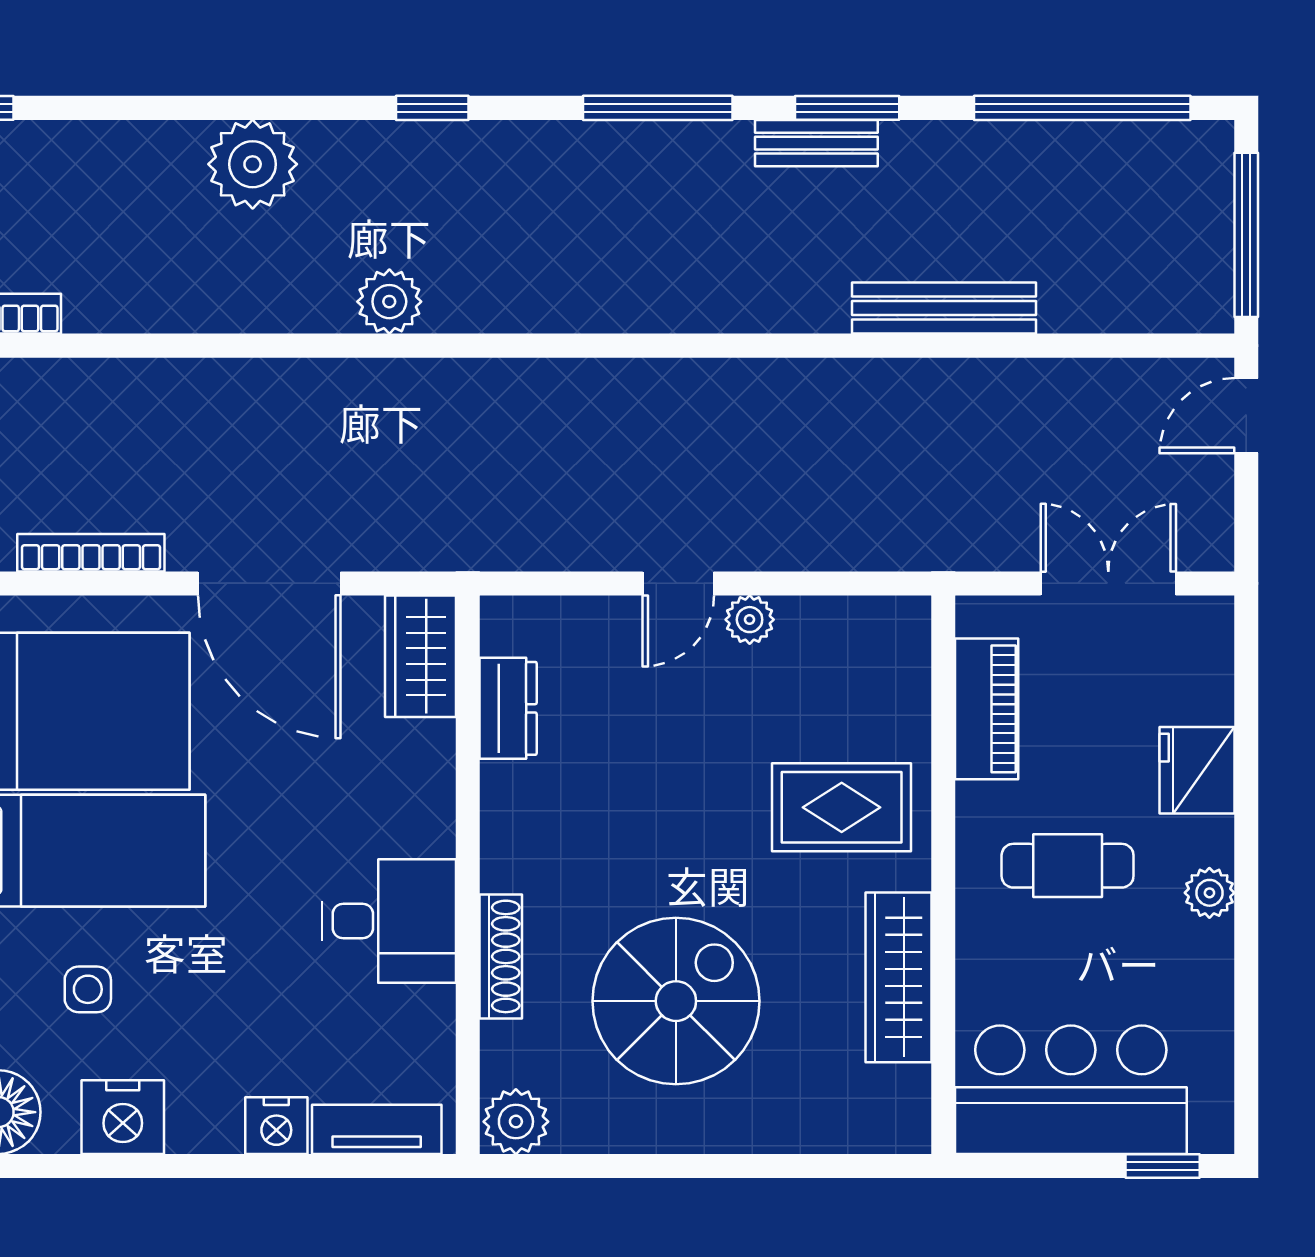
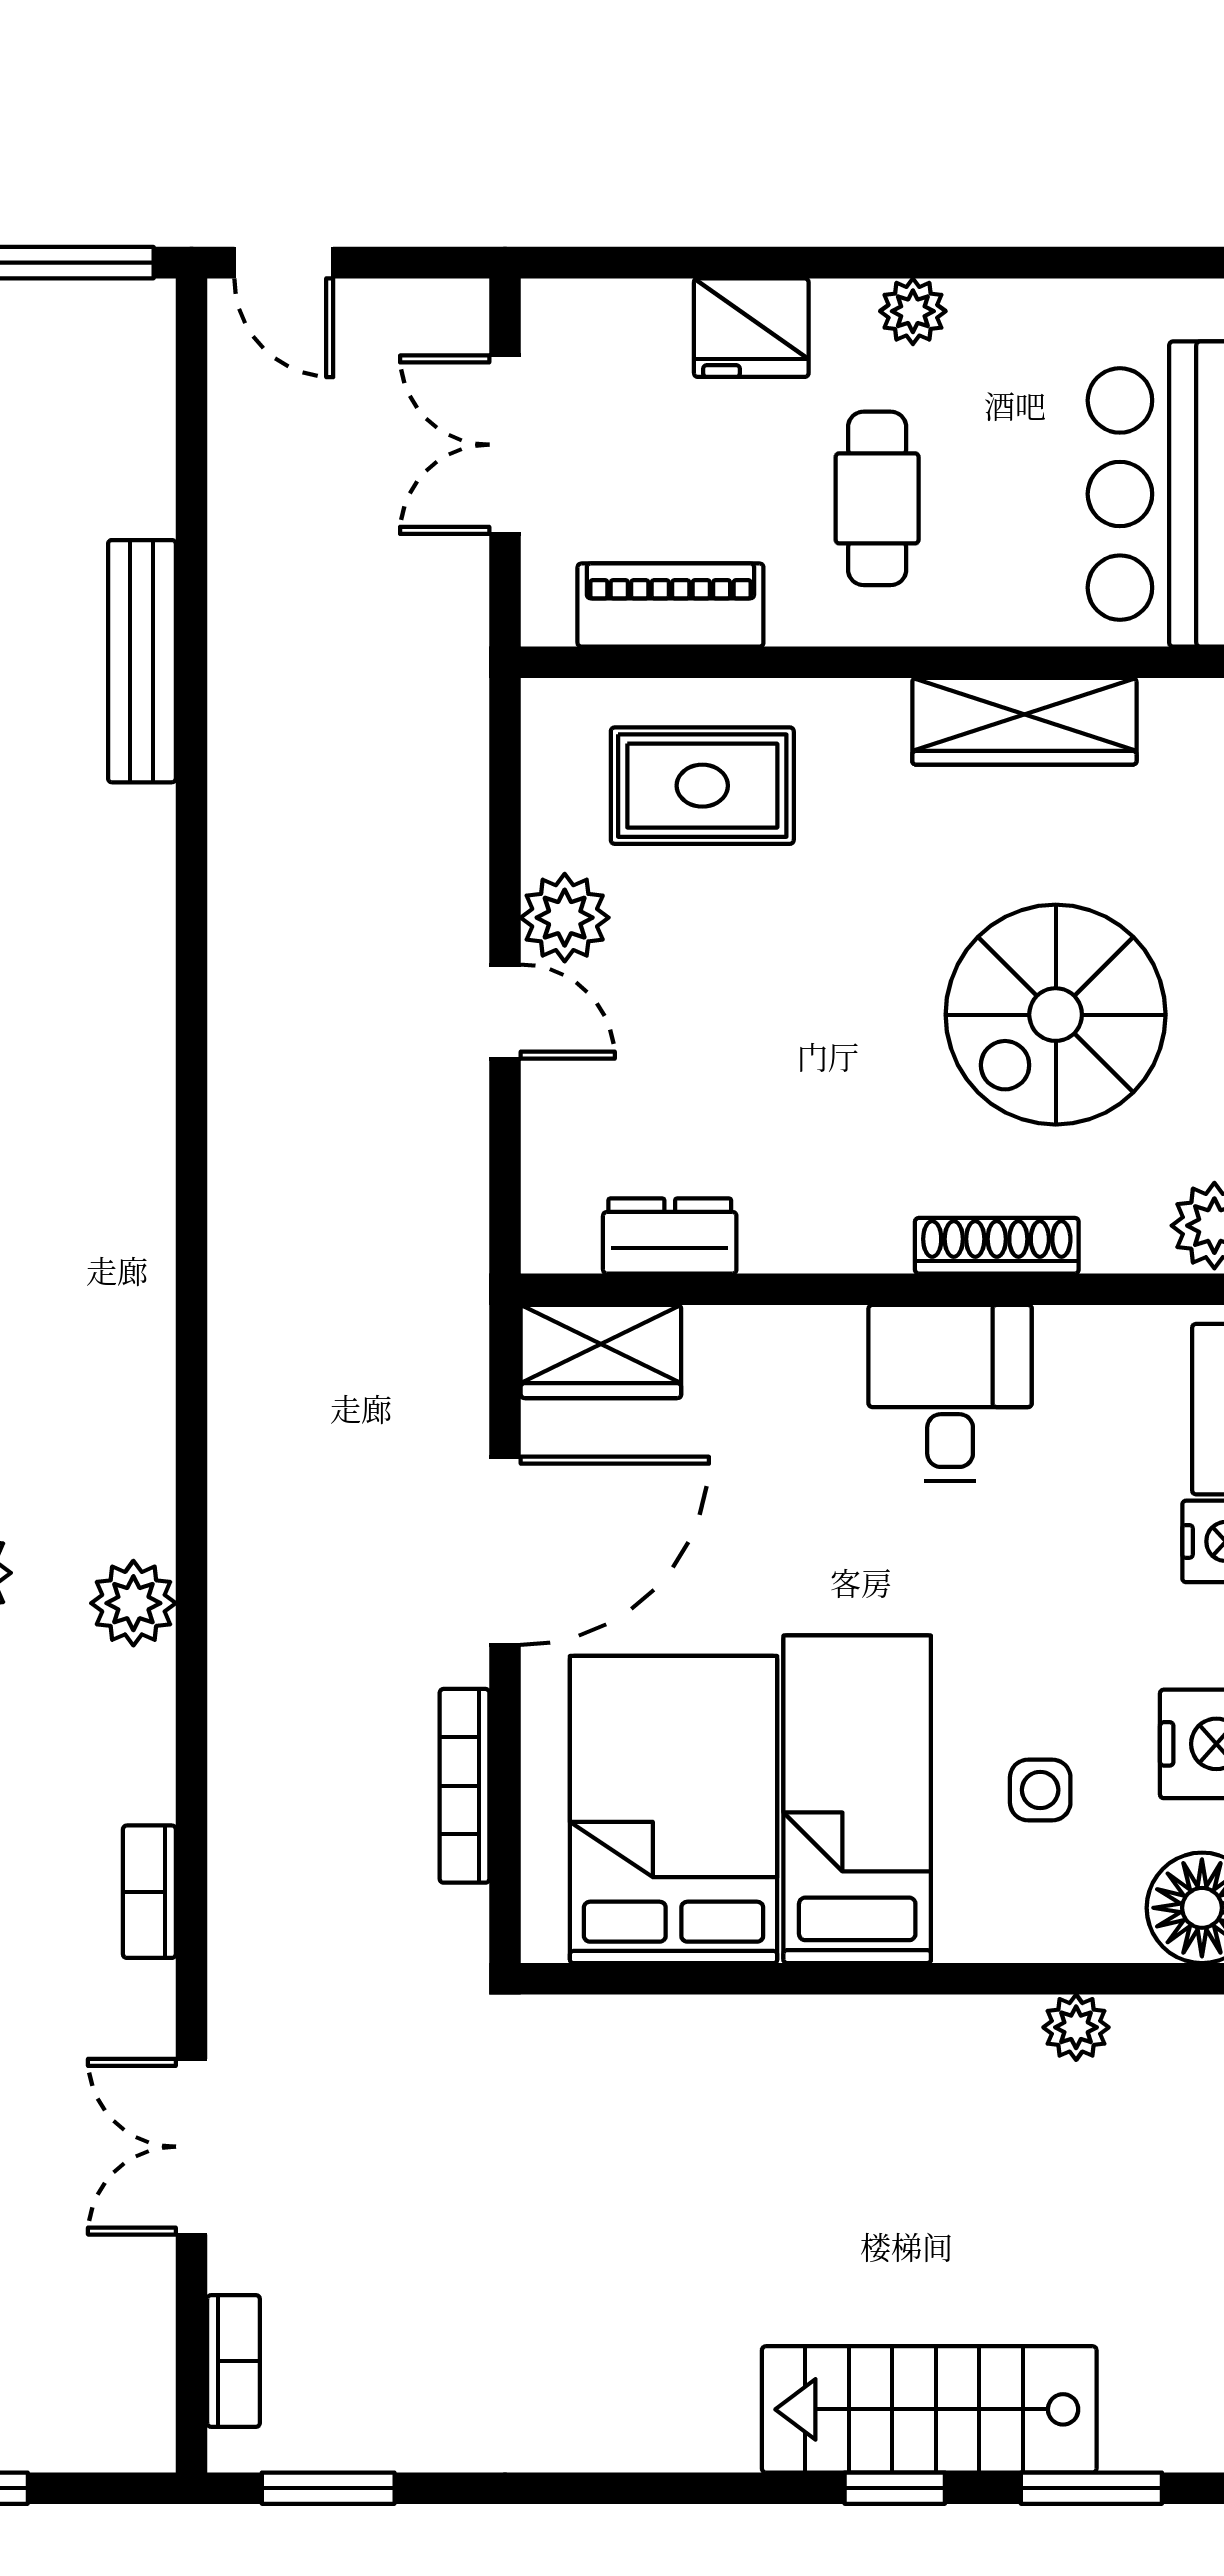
plant: (389, 302) -> (133, 1603), moved
plant: (750, 620) -> (565, 918), width x1.38, depth x1.38
rug: (842, 807) -> (702, 786), moved, turned 90
spiral stairs: (676, 1001) -> (1056, 1015), turned -90

